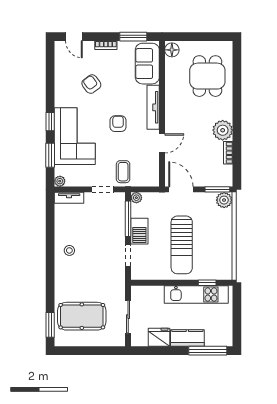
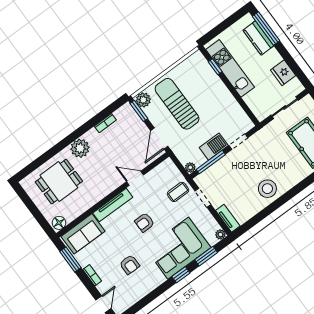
armchair: (91, 84) -> (130, 265), turned -53
plant: (223, 130) -> (80, 148), moved
sun lounger: (182, 245) -> (177, 104), moved, turned -90
stool: (69, 250) -> (267, 189), width x1.89, depth x1.89
kitchen counter: (187, 338) -> (258, 38), moved

